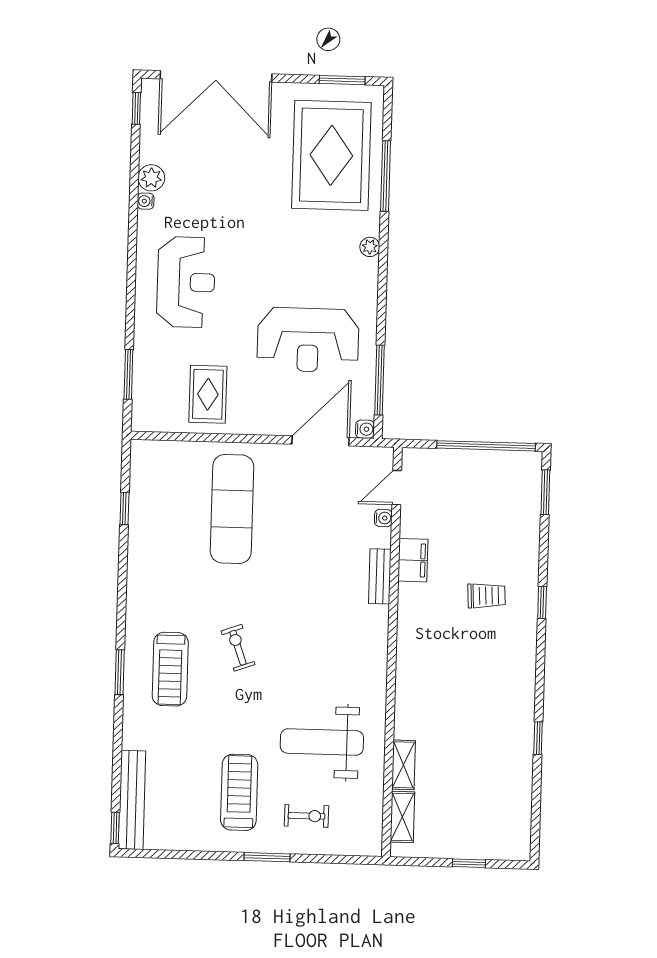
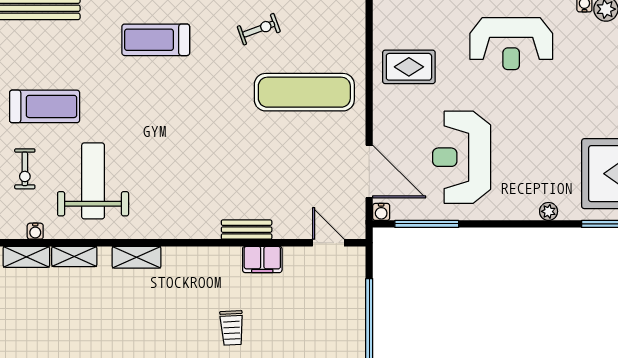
water cooler: (383, 518) -> (35, 231), moved
exercise bike: (238, 648) -> (259, 29), moved
shelving: (406, 697) -> (137, 257), added

